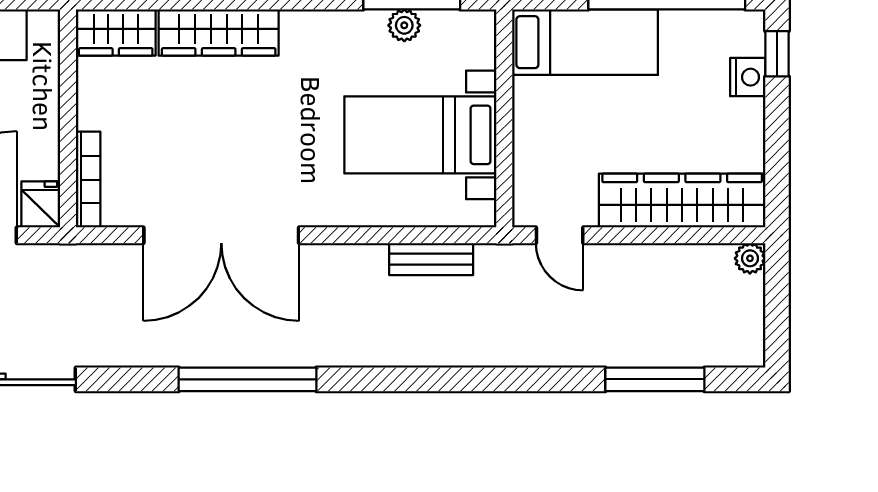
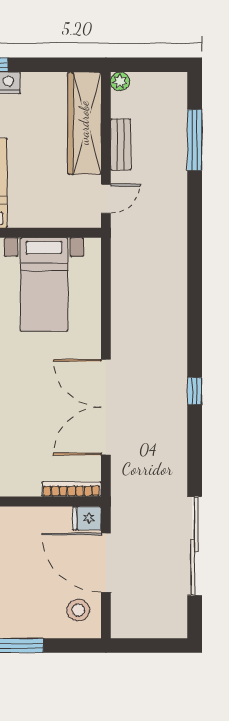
double door: (221, 235) -> (106, 407), swing flipped
bench: (431, 259) -> (121, 145), moved
window: (248, 379) -> (195, 391), width x0.32

